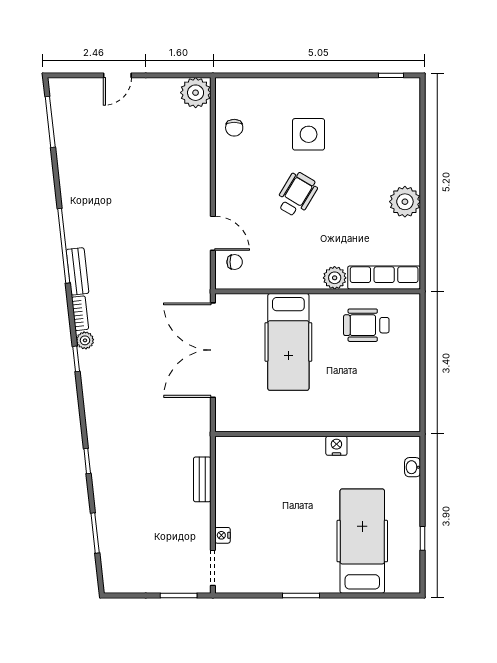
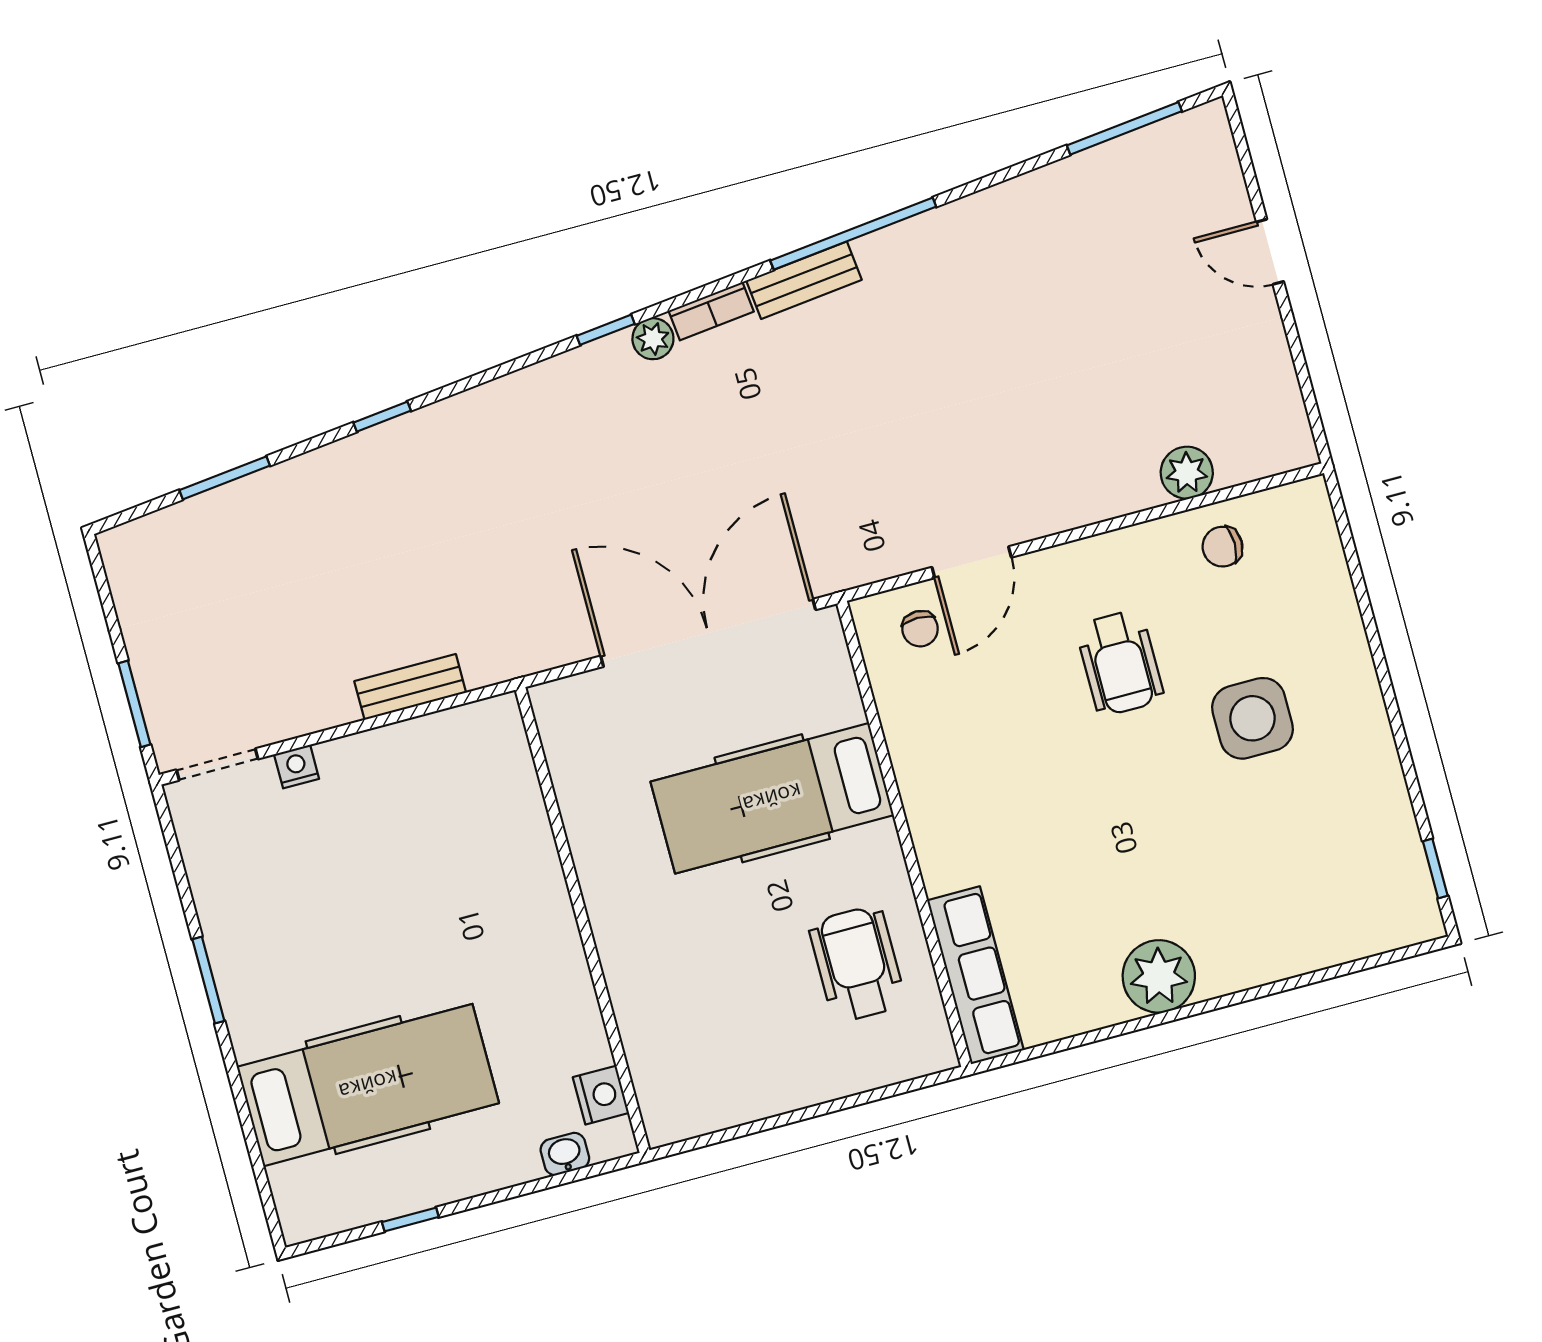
plant: (196, 93) -> (1187, 473), moved, width x0.73, depth x0.73
wheelchair: (297, 194) -> (1120, 663), moved, turned 59
plant: (335, 278) -> (945, 864), removed
nightstand: (336, 446) -> (601, 1095), moved

